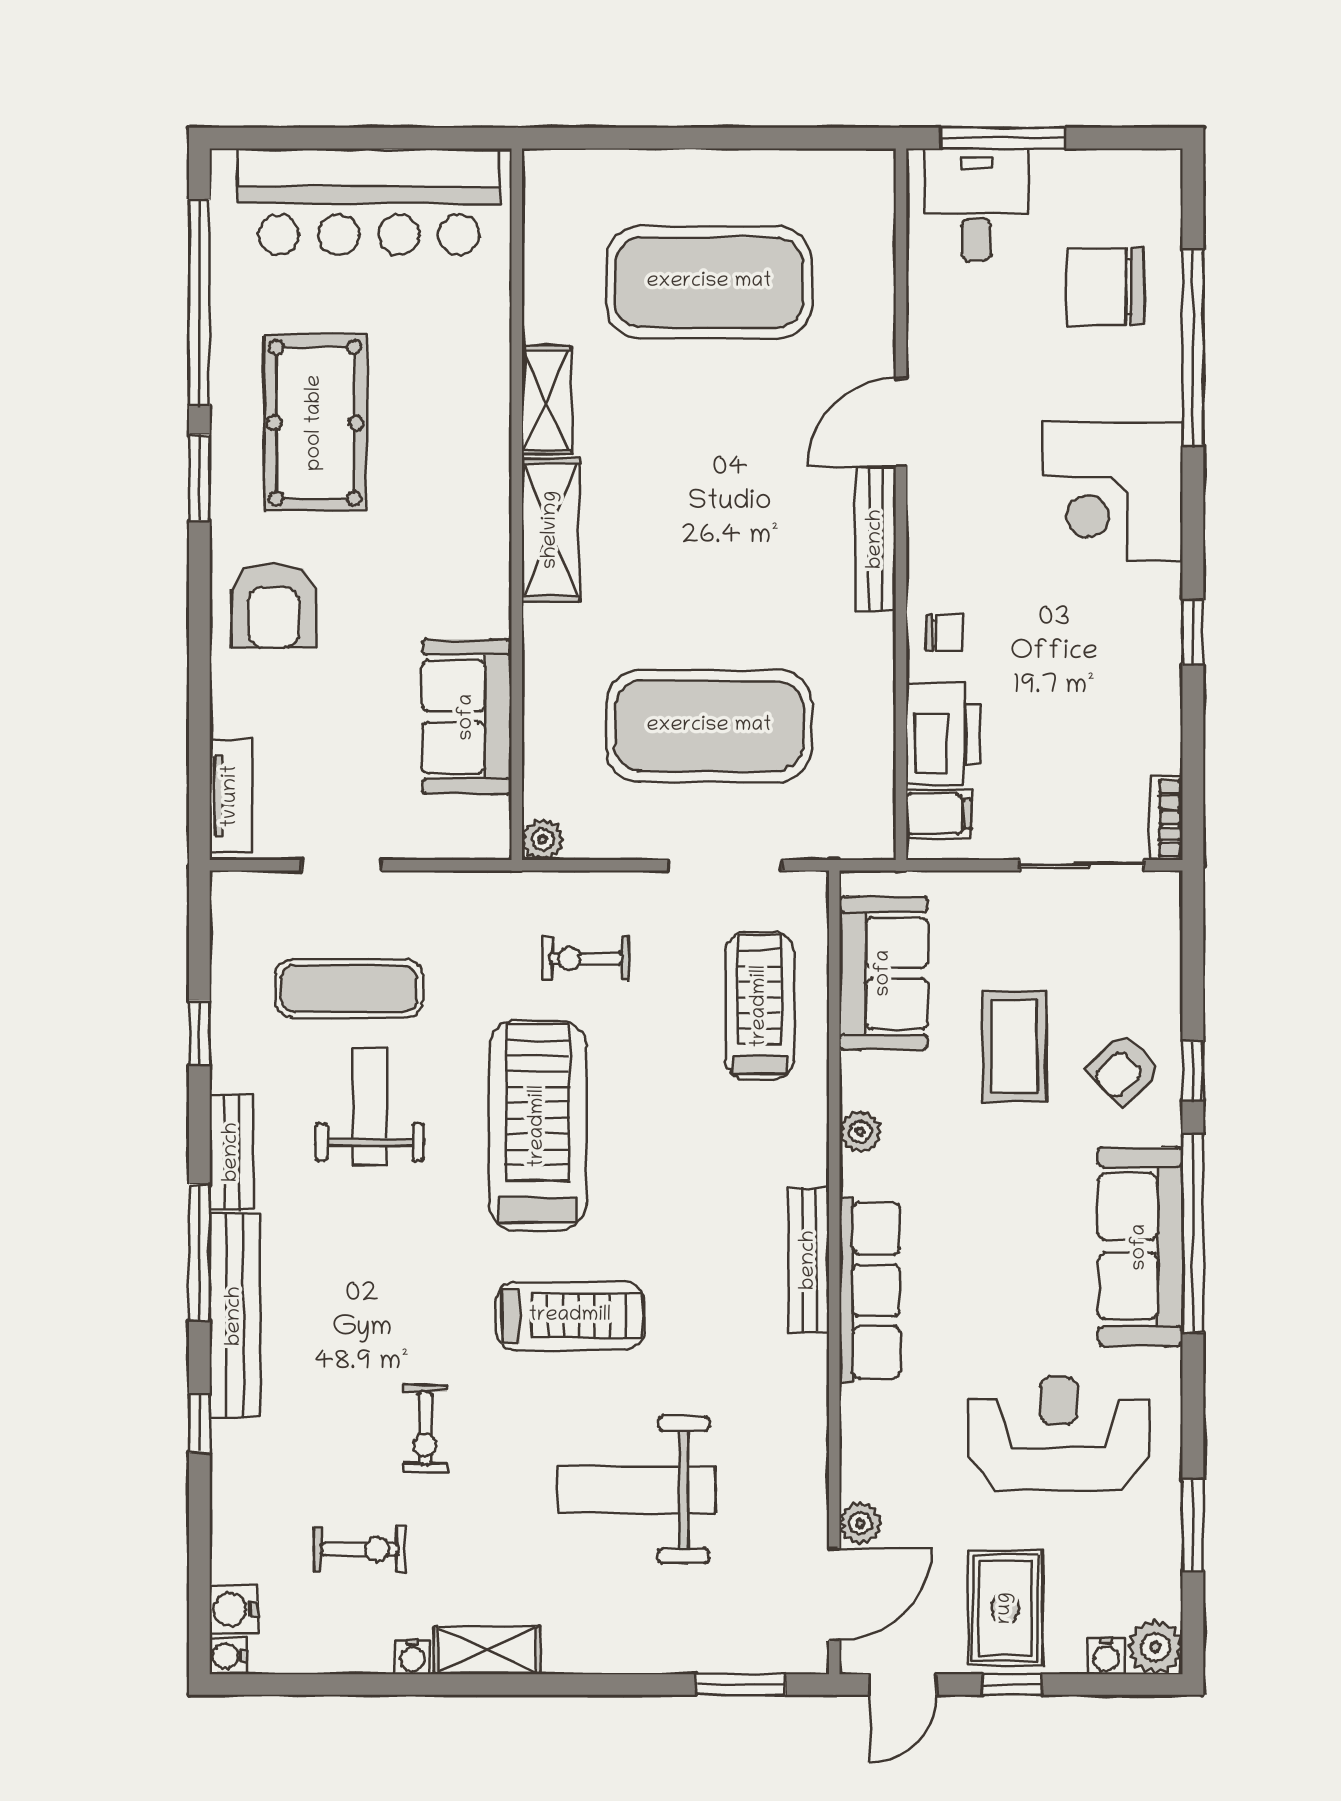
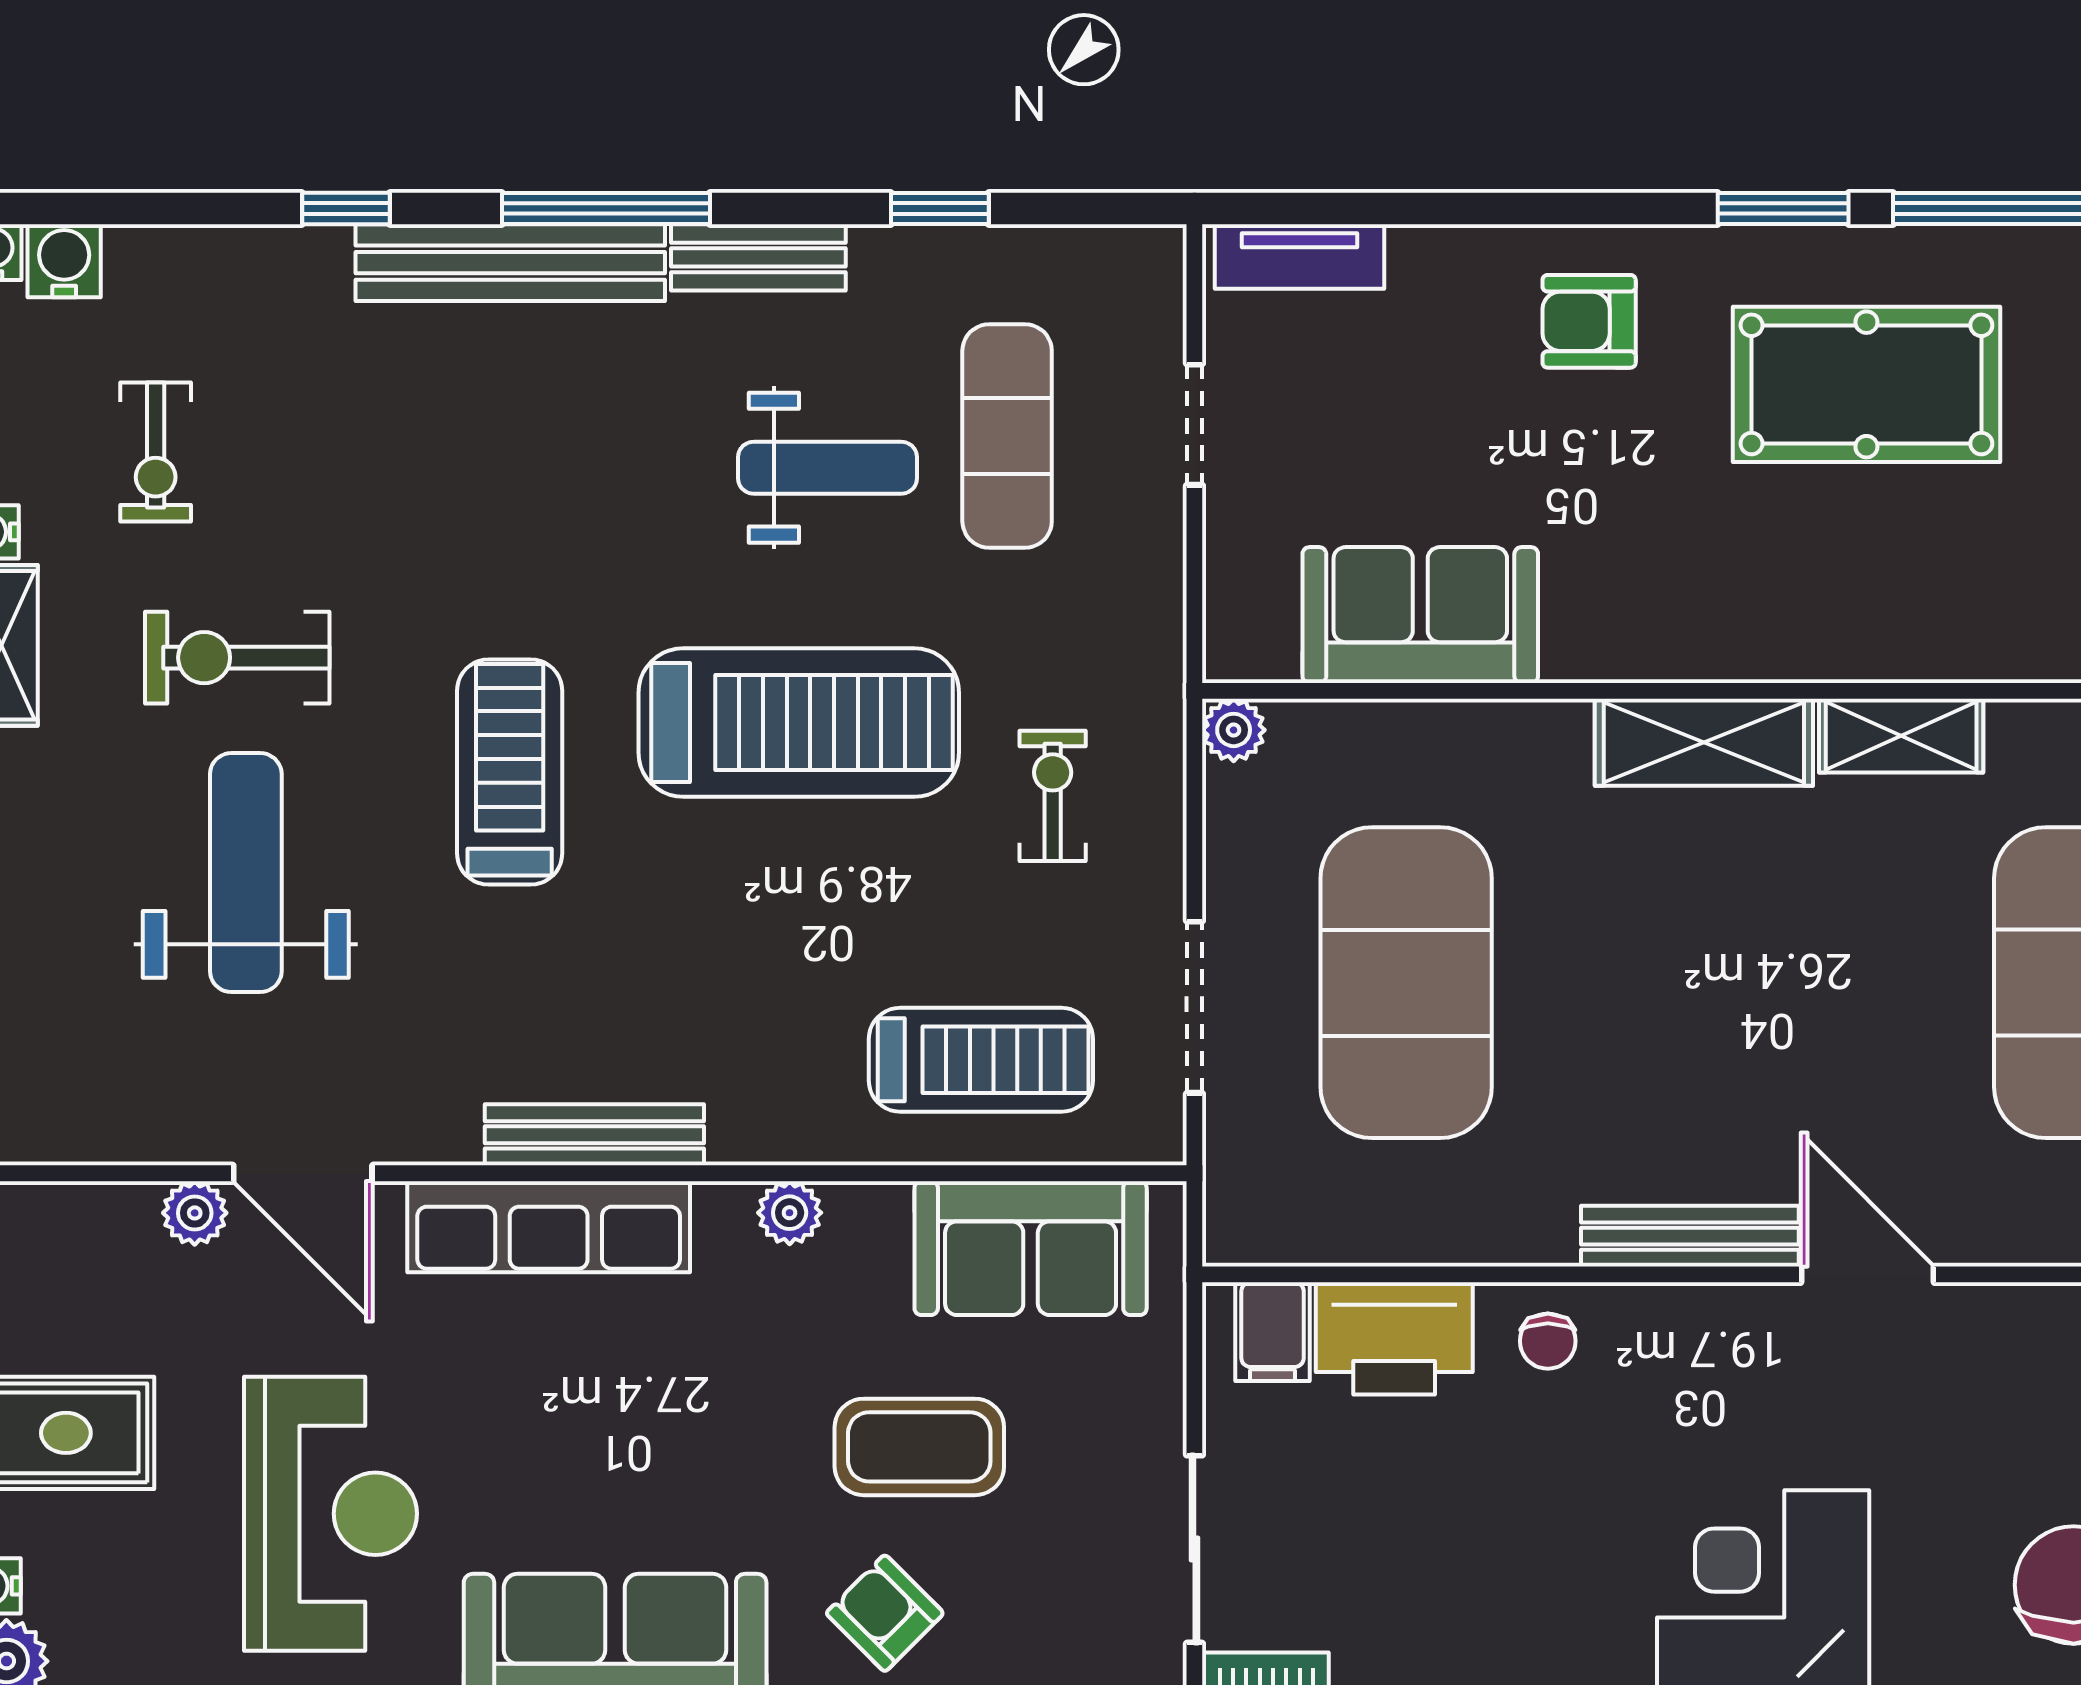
armchair: (274, 605) -> (1589, 321), width x0.72, depth x0.72
treadmill: (570, 1316) -> (510, 772), turned 180
exercise bike: (425, 1428) -> (237, 658), moved, width x1.38, depth x1.39
door: (834, 1594) -> (303, 1173), moved

